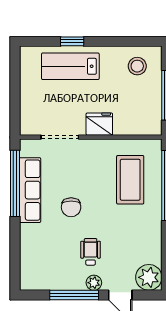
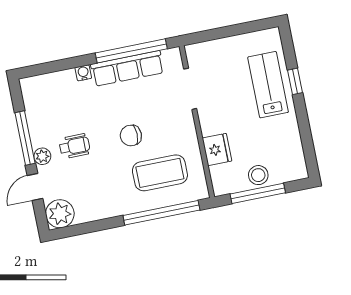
stool: (137, 66) -> (258, 175), moved
fridge: (99, 124) -> (217, 150), moved
chair: (71, 207) -> (131, 136), moved
water cooler: (26, 231) -> (83, 73), added

